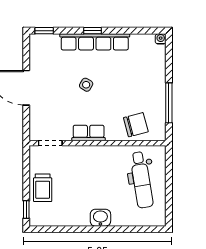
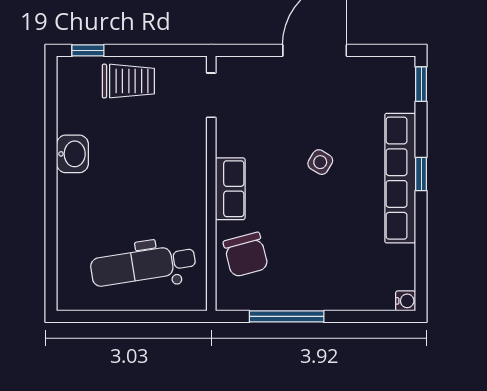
row of seats: (89, 133) -> (230, 189), moved
trolley: (43, 188) -> (128, 81), turned 180
washbasin: (100, 218) -> (72, 154), moved

